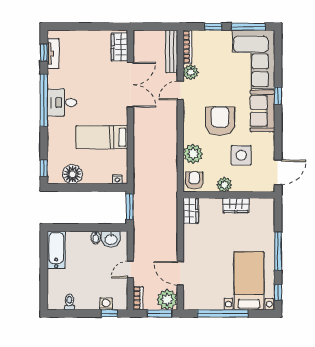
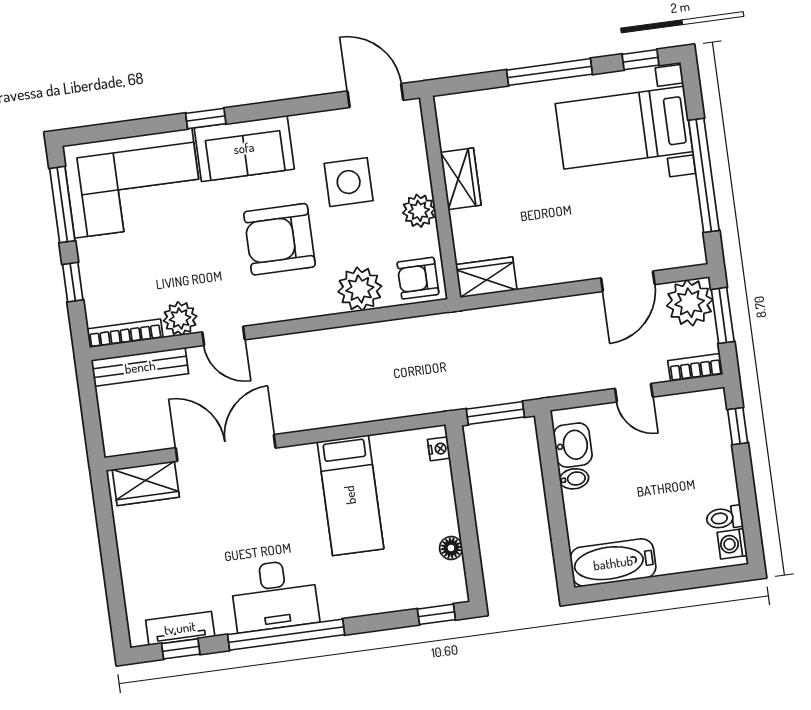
desk: (62, 103) -> (275, 595), width x1.37
floor lamp: (72, 174) -> (451, 548), width x0.53, depth x0.53
washing machine: (106, 304) -> (732, 544), moved

